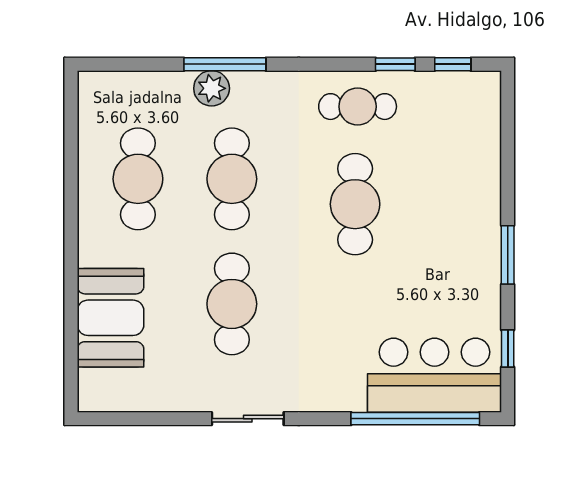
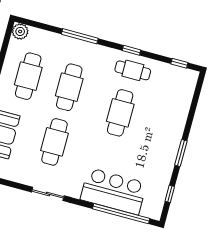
window: (395, 64) -> (131, 50), moved
plant: (212, 88) -> (20, 31), moved
bar counter: (435, 375) -> (113, 191), moved

